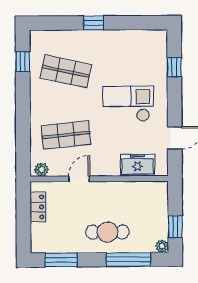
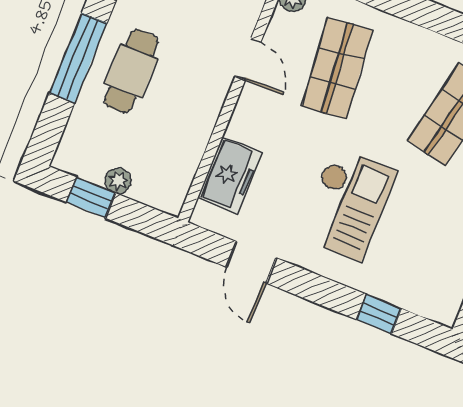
plant: (162, 246) -> (118, 181), moved
window: (129, 260) -> (78, 58), moved

